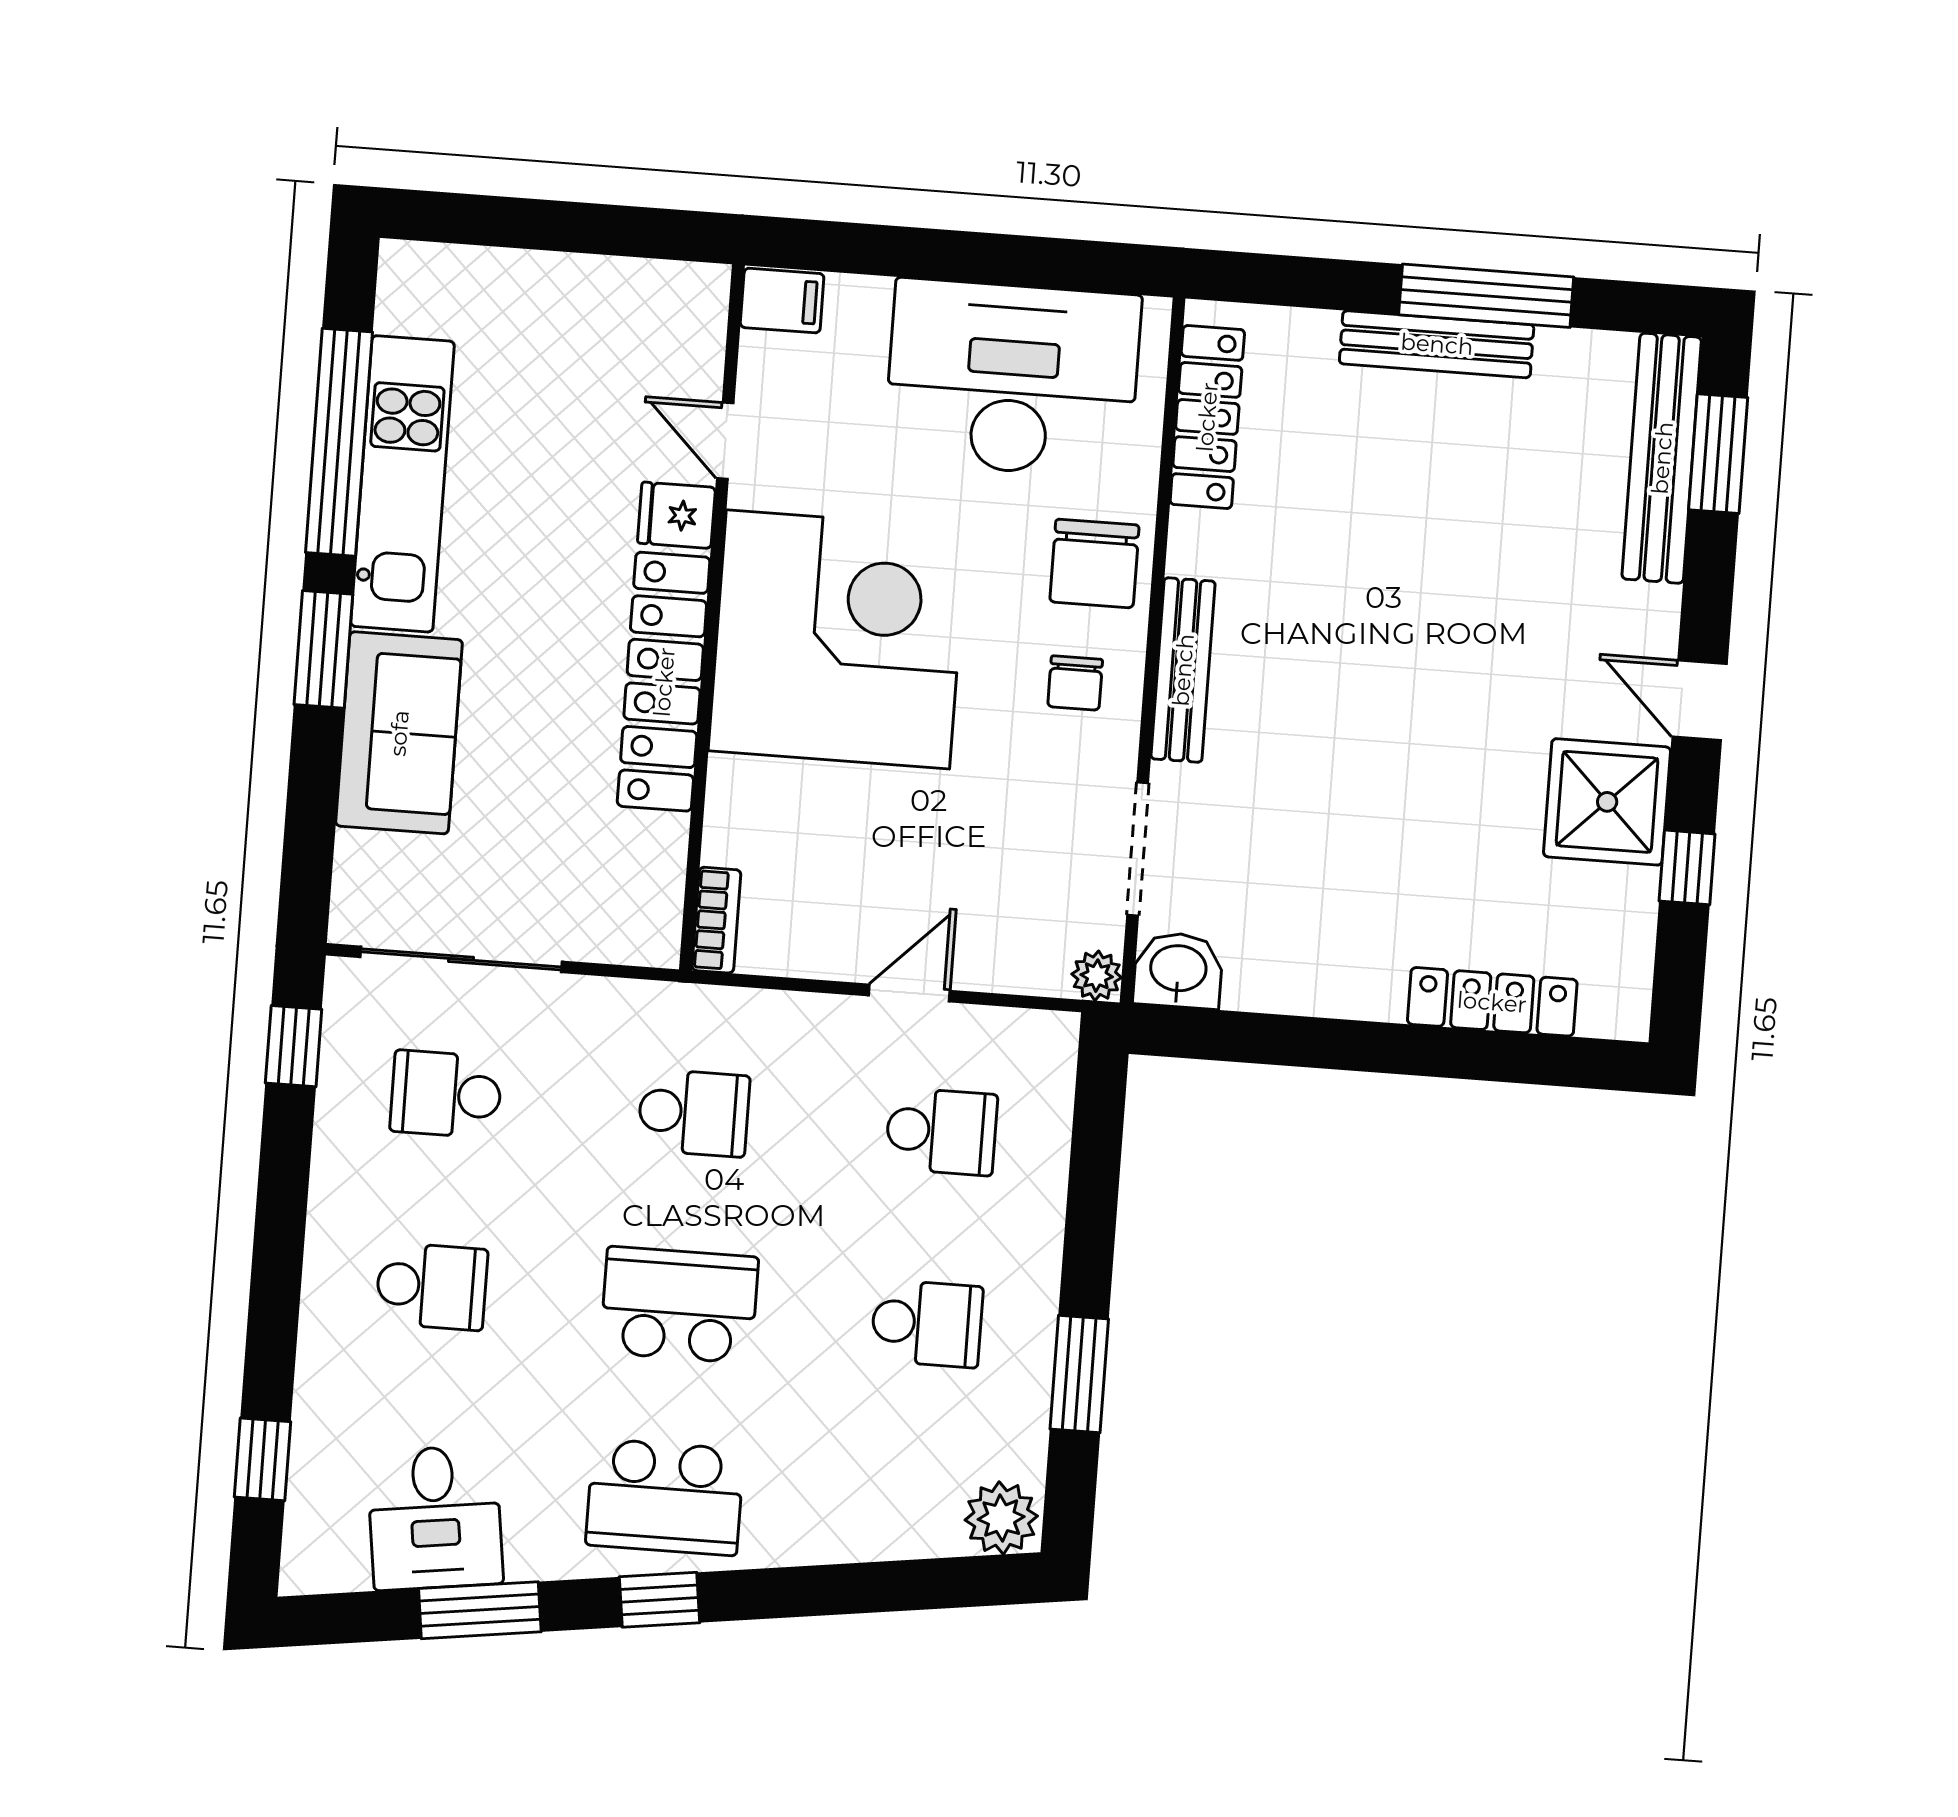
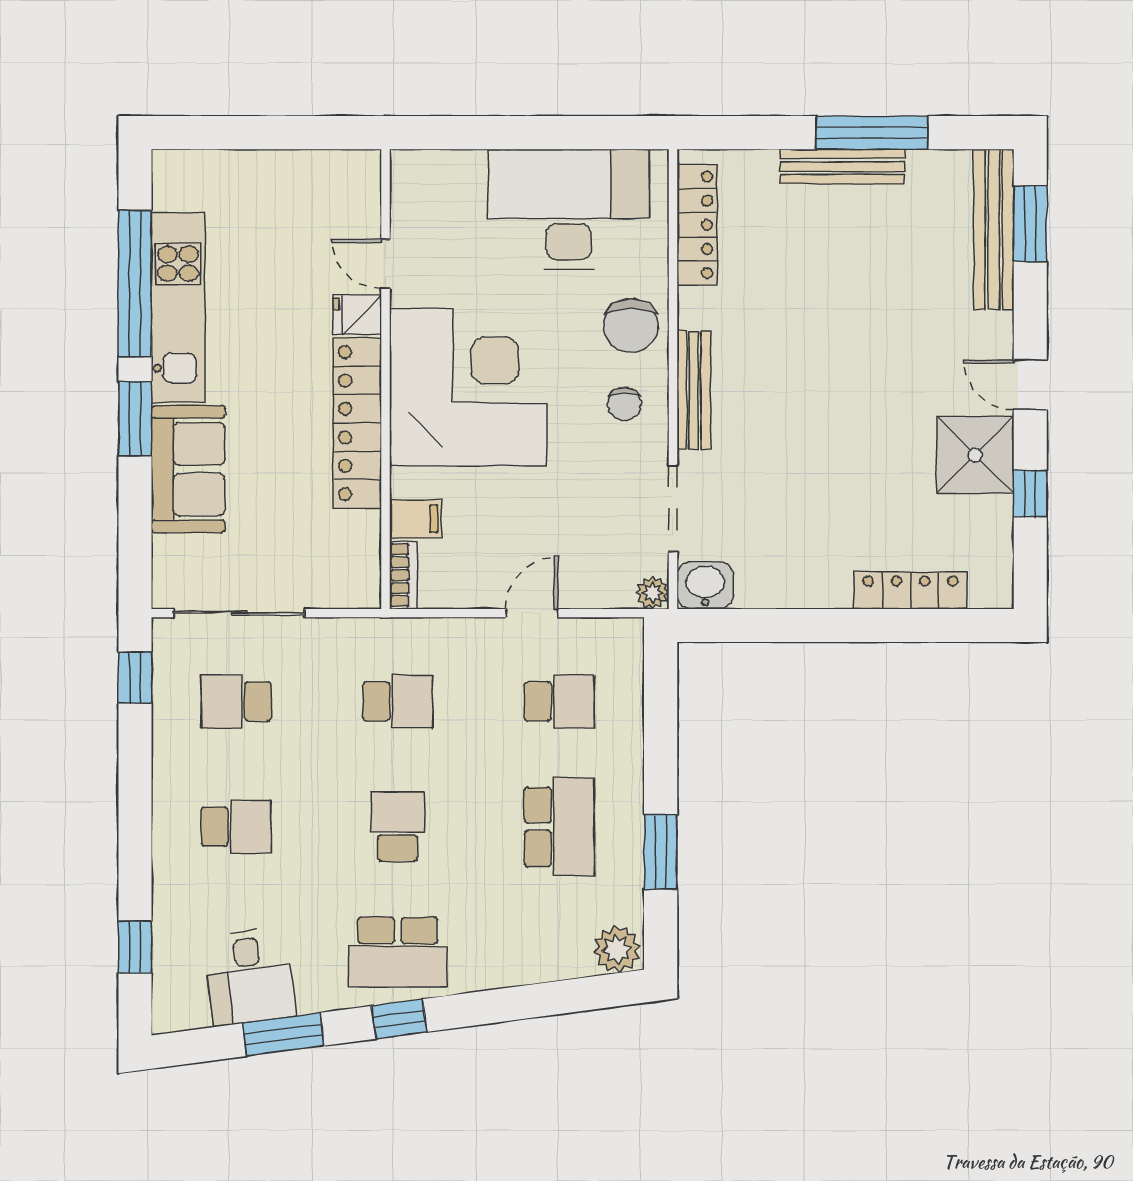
filing cabinet: (782, 301) -> (416, 519), moved
school desk: (679, 1305) -> (398, 827), width x0.54
school desk: (927, 1324) -> (559, 827), width x1.85

